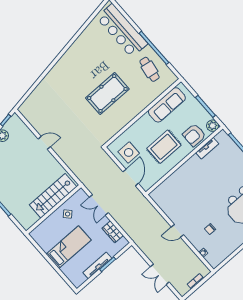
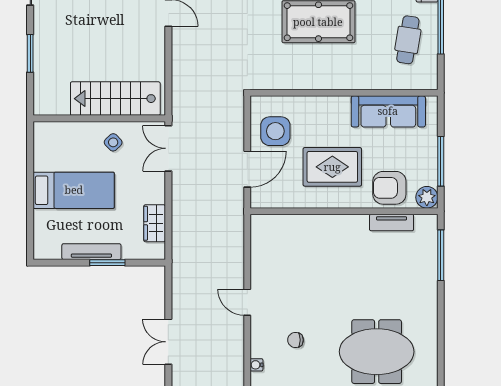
double door: (99, 205) -> (168, 148), moved

